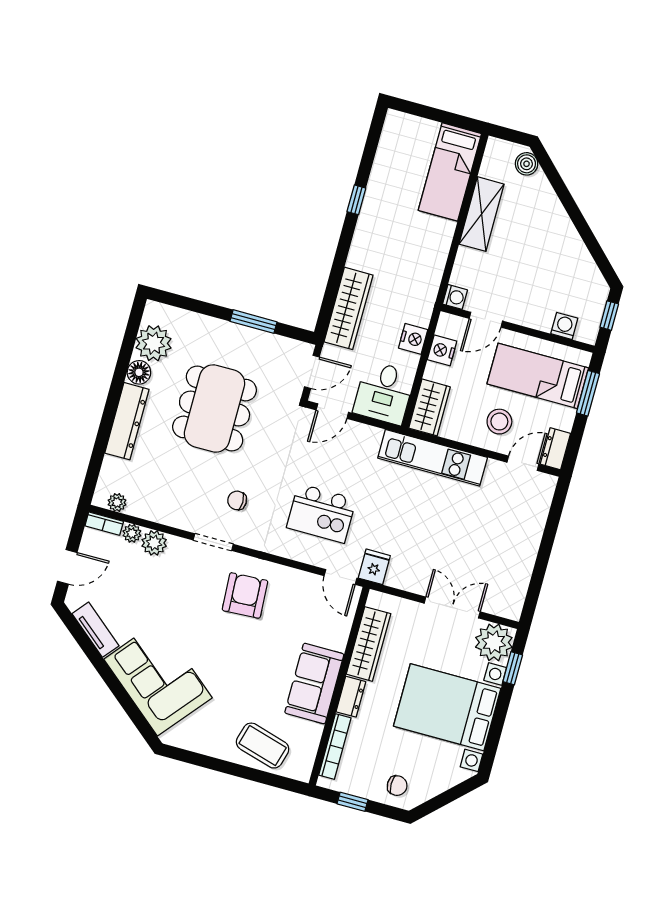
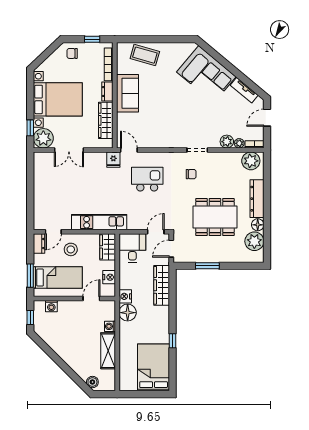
bed: (450, 172) -> (154, 367), moved, width x1.50
floor lamp: (426, 275) -> (128, 313), added
washing machine: (455, 297) -> (110, 326), moved
nightstand: (413, 339) -> (125, 296), moved
dining table: (215, 409) -> (215, 217), turned 90
plant: (117, 502) -> (251, 161), width x1.87, depth x1.87
armchair: (245, 595) -> (174, 128), removed

